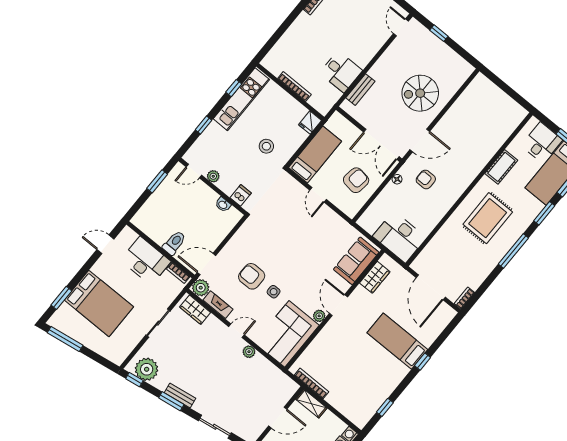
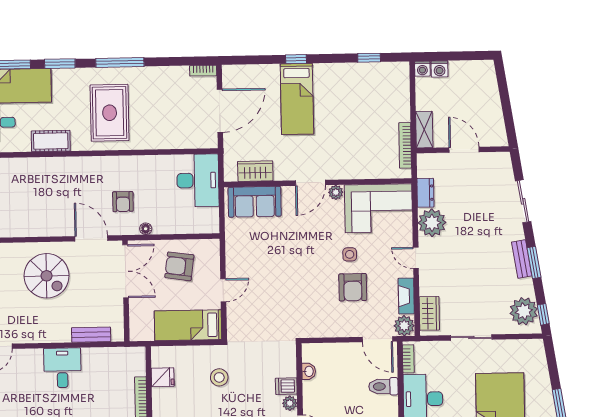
desk: (341, 72) -> (62, 368), moved
fridge: (310, 123) -> (163, 377), moved
dishwasher: (241, 195) -> (286, 386), moved
rug: (488, 218) -> (110, 113), turned 90
plant: (249, 352) -> (432, 223), width x1.88, depth x1.88
dresser: (272, 371) -> (425, 193), added

